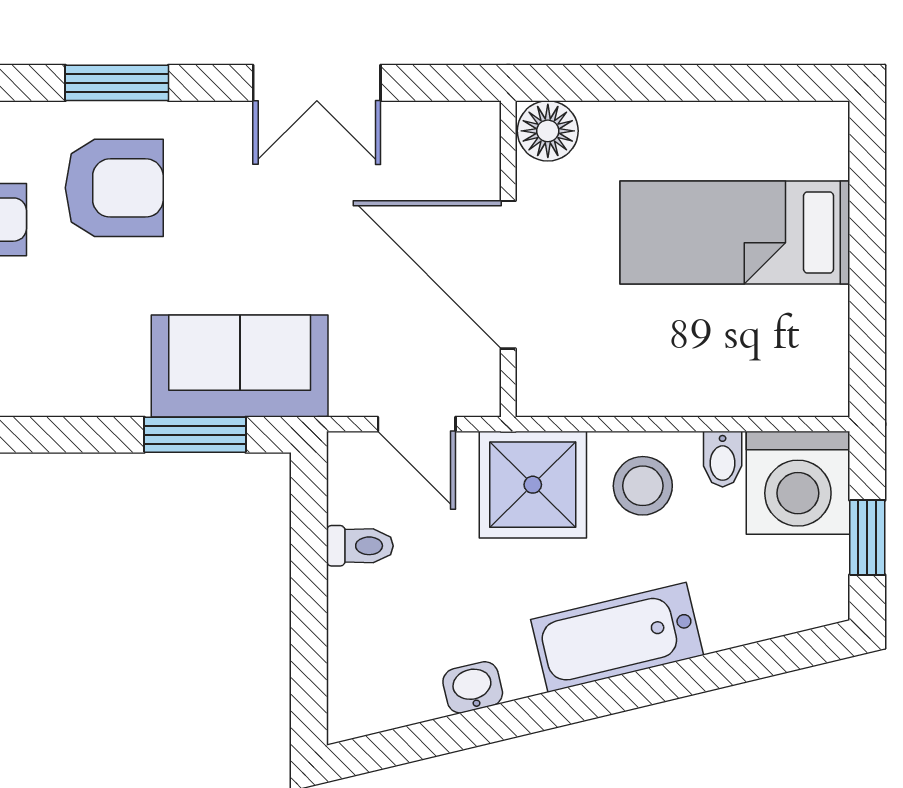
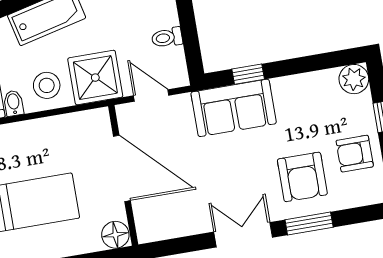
double door: (317, 83) -> (243, 235), moved
armchair: (114, 188) -> (302, 177), turned -90
window: (195, 435) -> (248, 74), width x0.67

